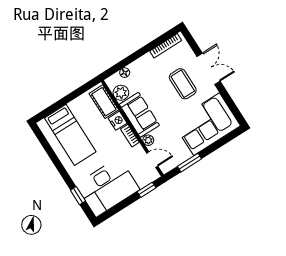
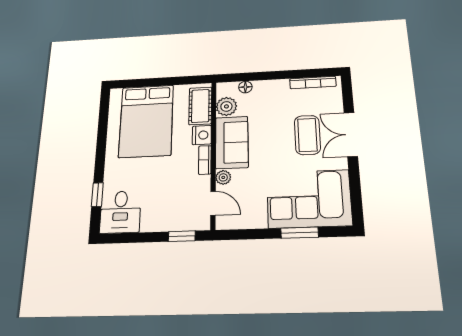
double door: (209, 69) -> (351, 135), swing flipped
bed: (70, 135) -> (146, 121), width x1.50
window: (190, 163) -> (300, 233), moved
desk: (108, 187) -> (120, 212), width x0.53, depth x0.77

